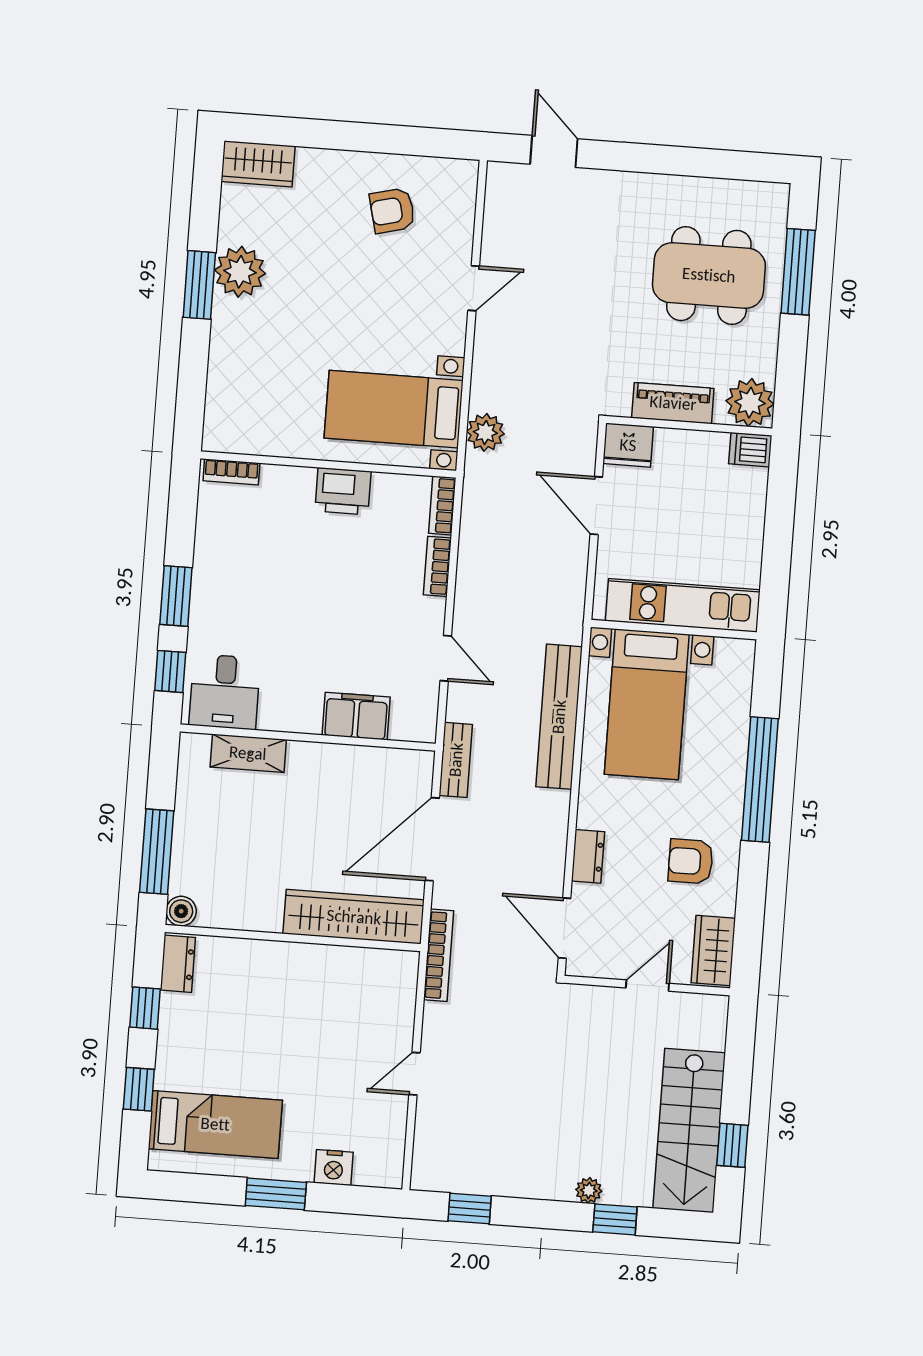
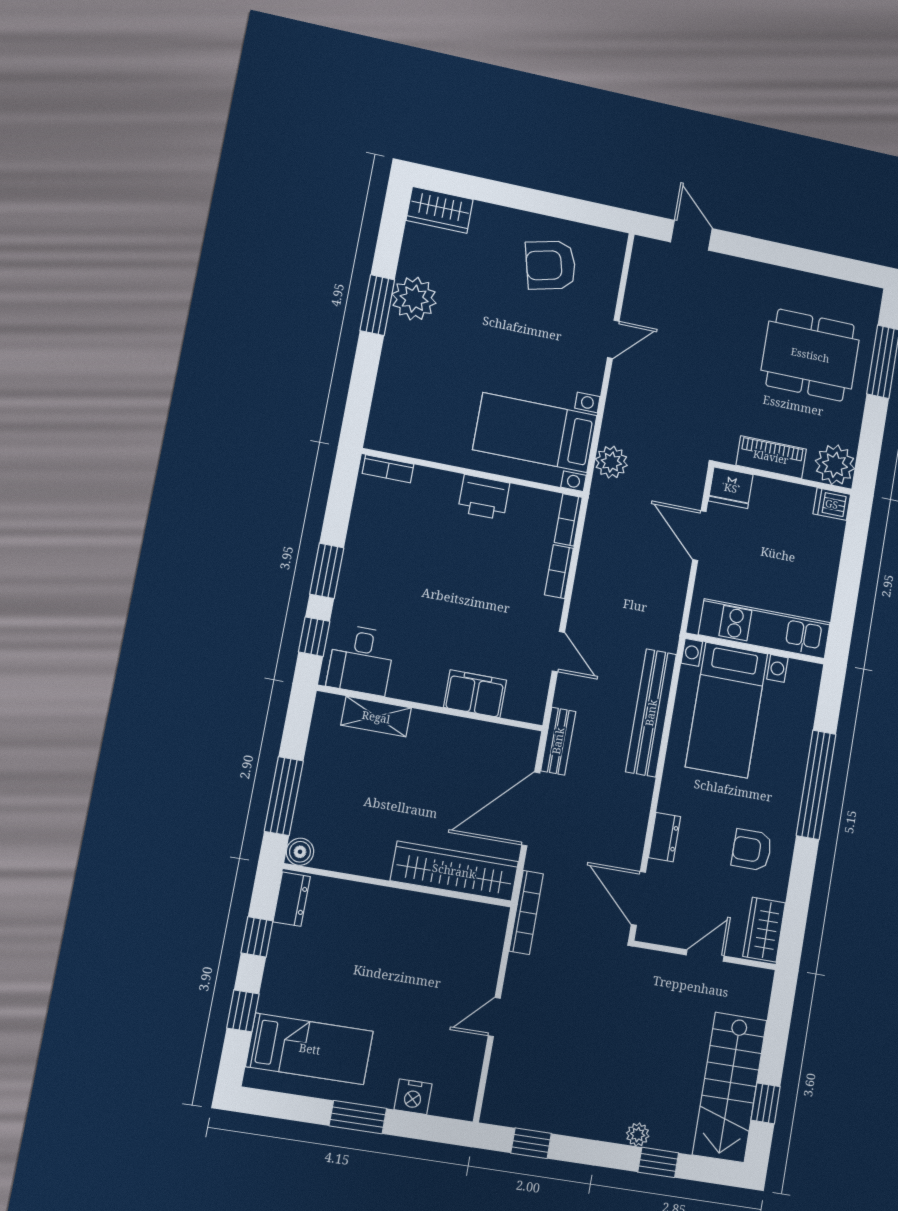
armchair: (392, 211) -> (551, 265), width x1.38, depth x1.38

